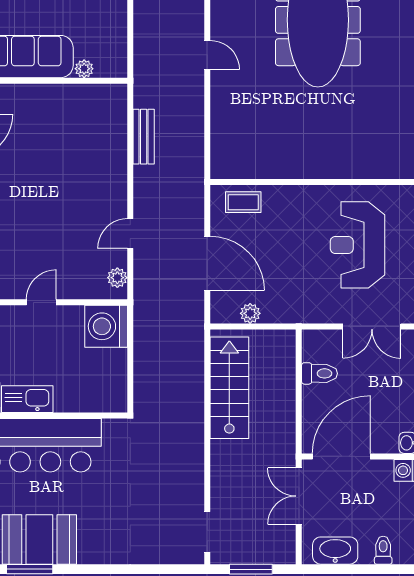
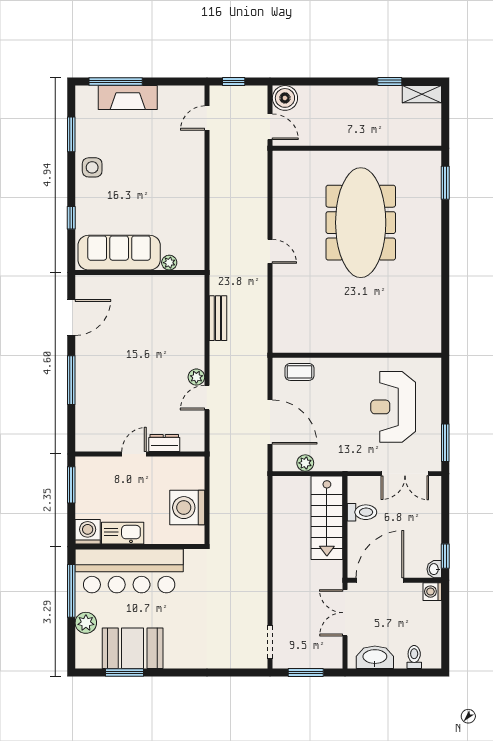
plant: (117, 278) -> (196, 377), moved
dresser: (78, 289) -> (164, 443), added
washing machine: (106, 326) -> (187, 508), moved
stairs: (229, 388) -> (327, 518), moved, turned 180

